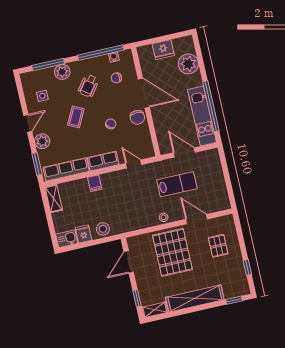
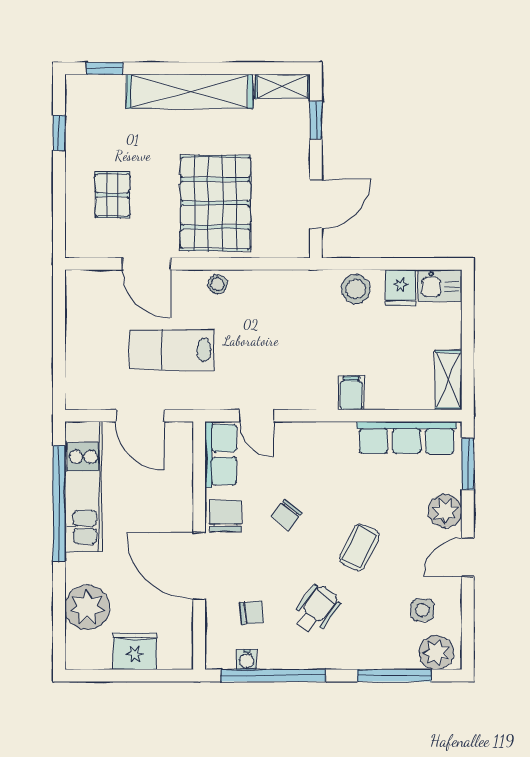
plant: (62, 72) -> (436, 653), moved
row of seats: (103, 161) -> (221, 454), moved, turned -90

